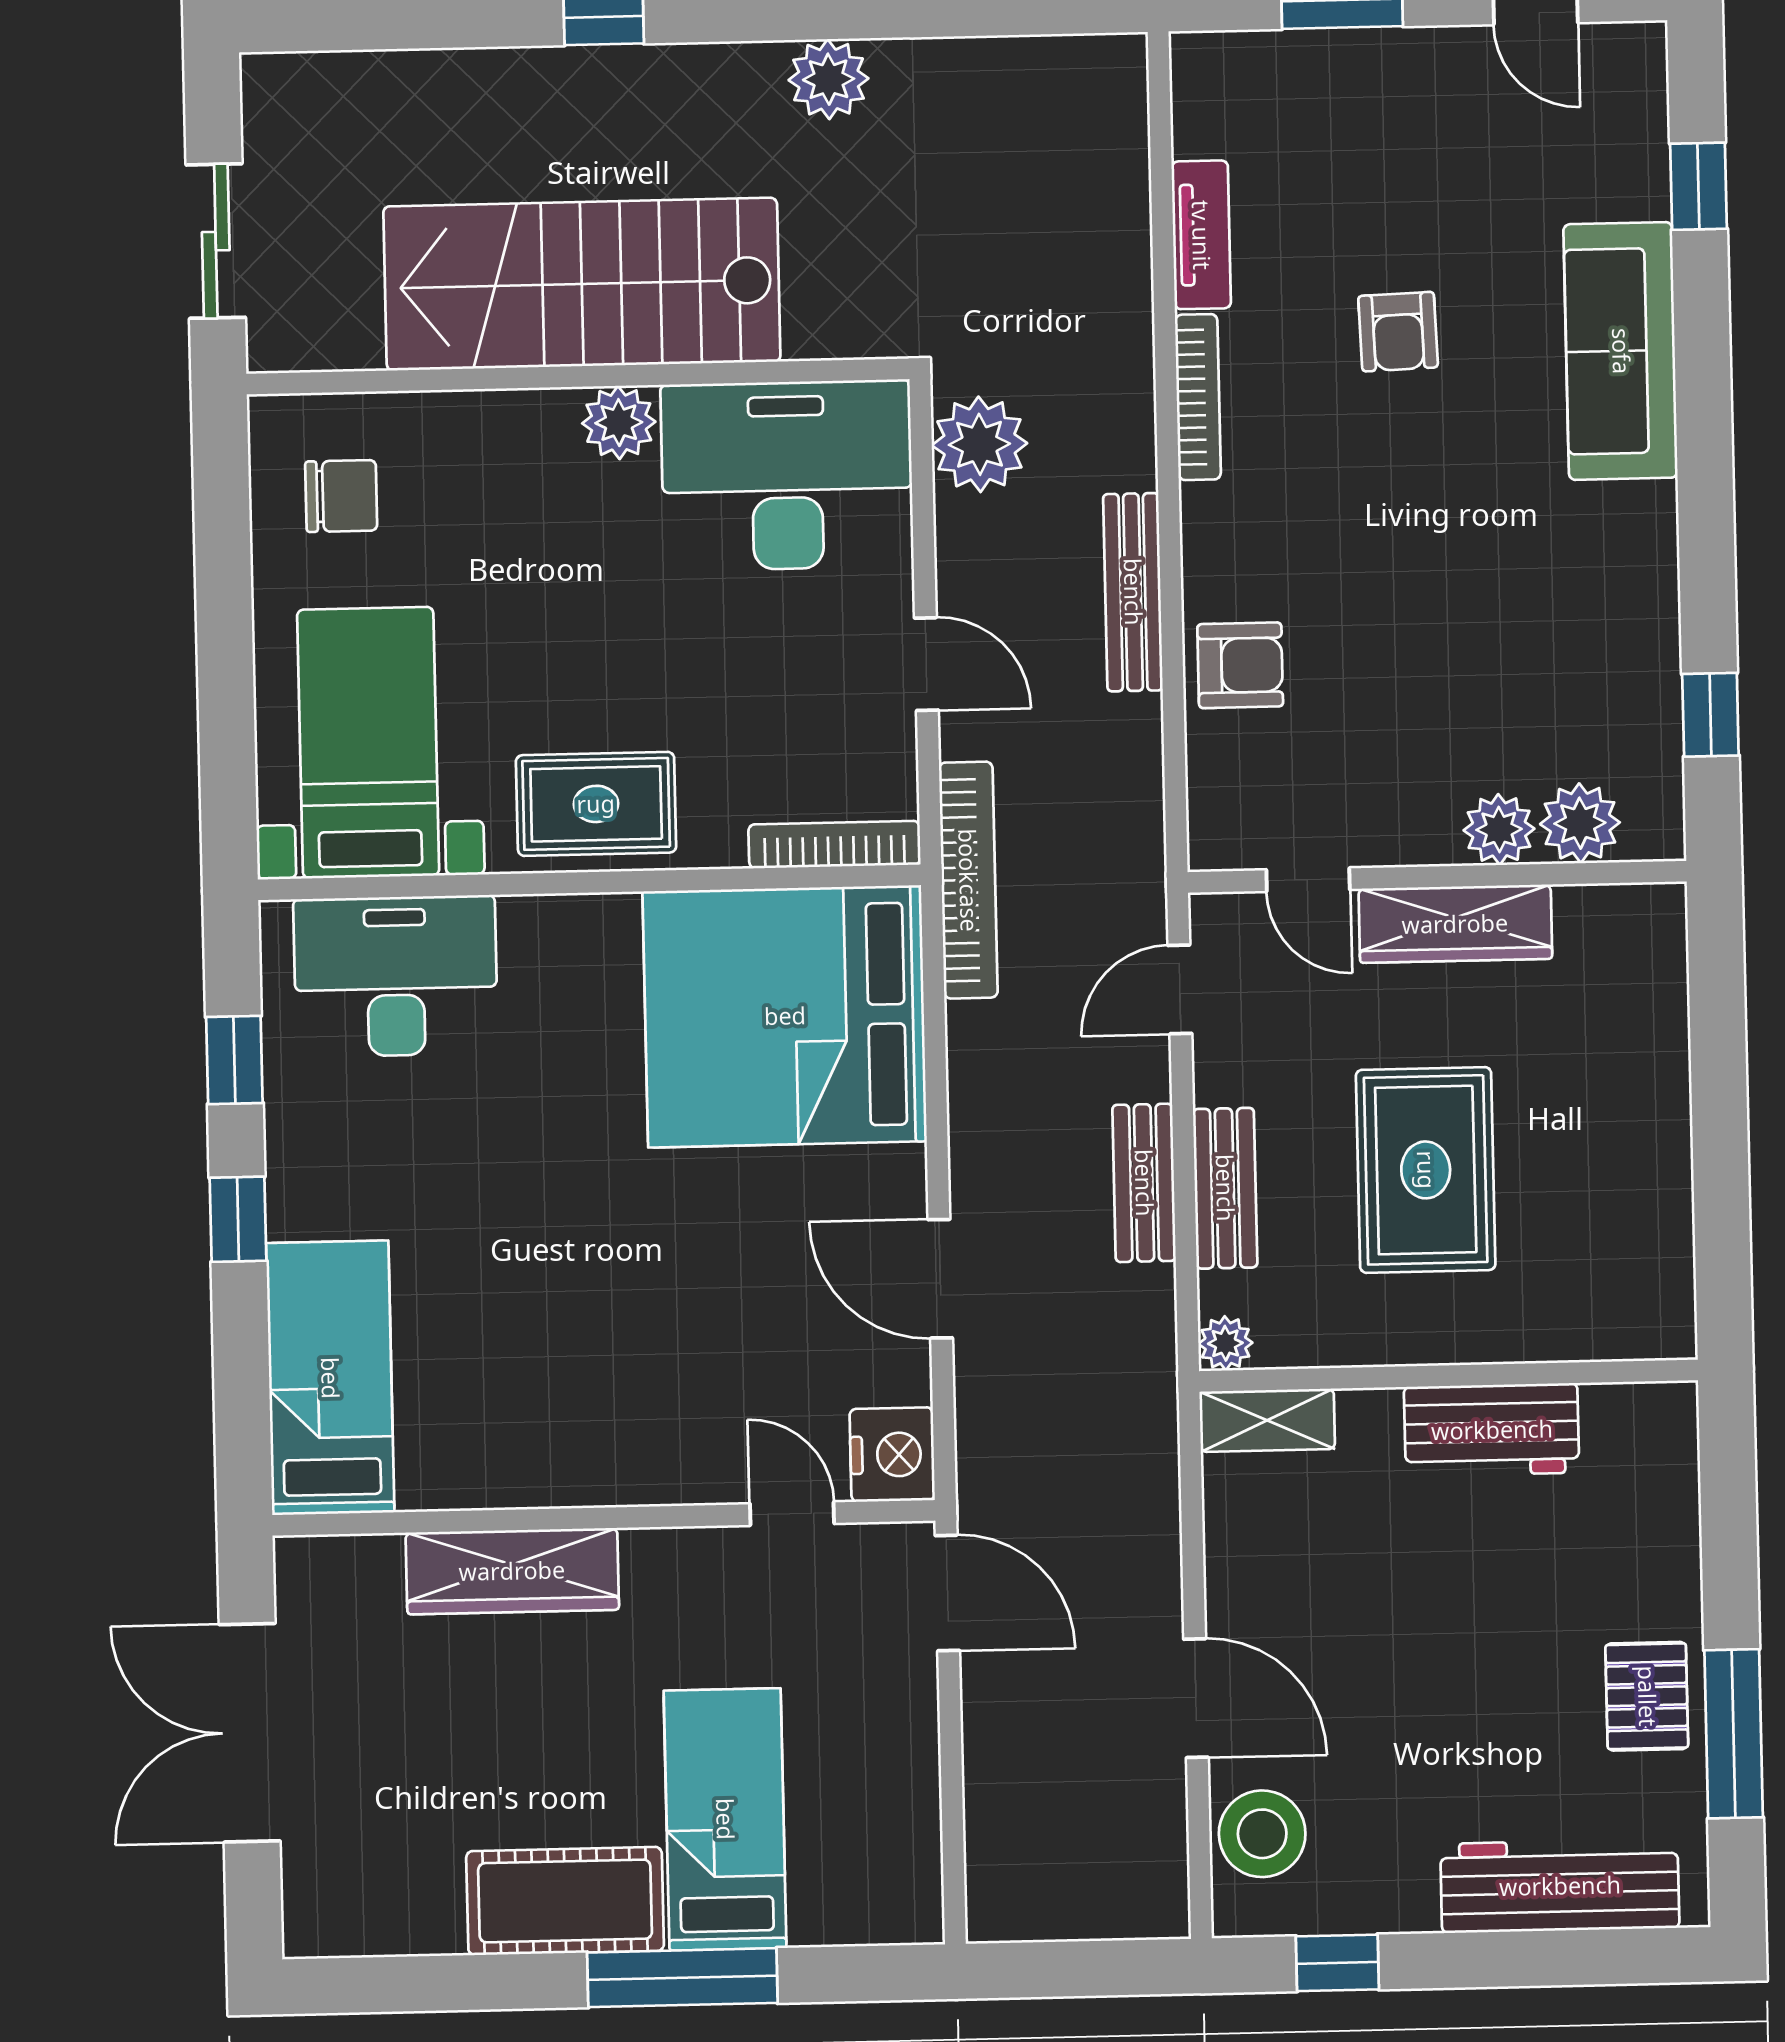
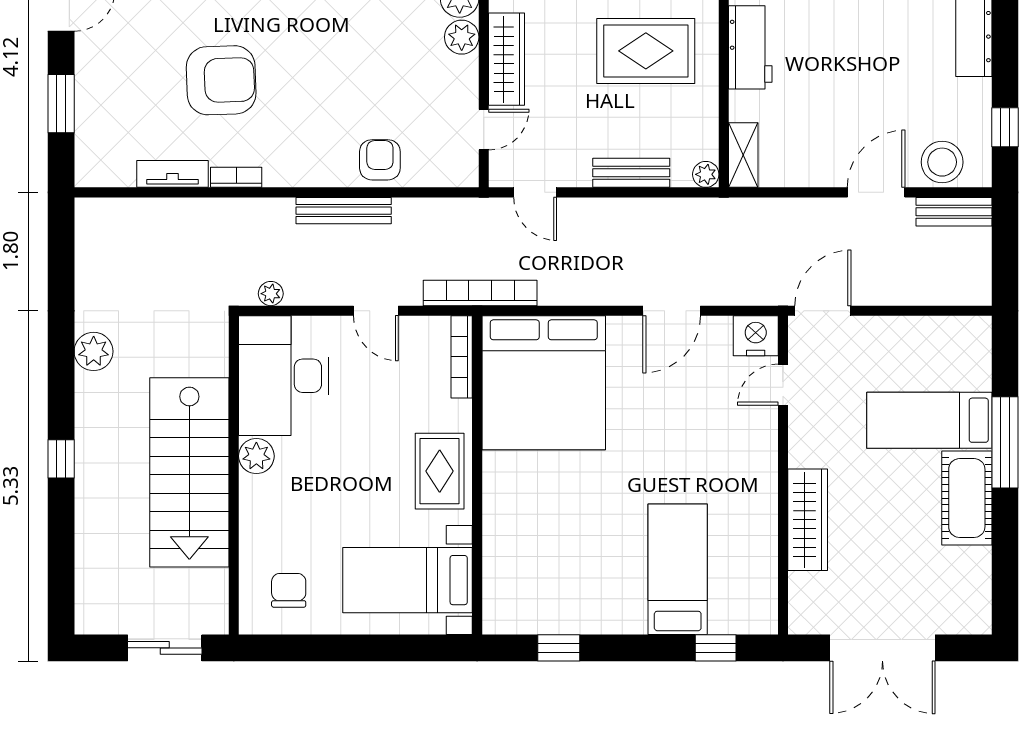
armchair: (1398, 332) -> (221, 80), width x1.88, depth x1.88
bookcase: (1198, 397) -> (236, 177), width x0.64
plant: (979, 444) -> (271, 294), width x0.53, depth x0.53
door: (926, 664) -> (376, 311), swing flipped
desk: (396, 976) -> (520, 569), removed
rug: (1426, 1170) -> (646, 51), moved
bench: (1144, 1183) -> (954, 212), moved
window: (238, 1219) -> (716, 648), moved
bed: (330, 1378) -> (678, 569), moved, turned 90

